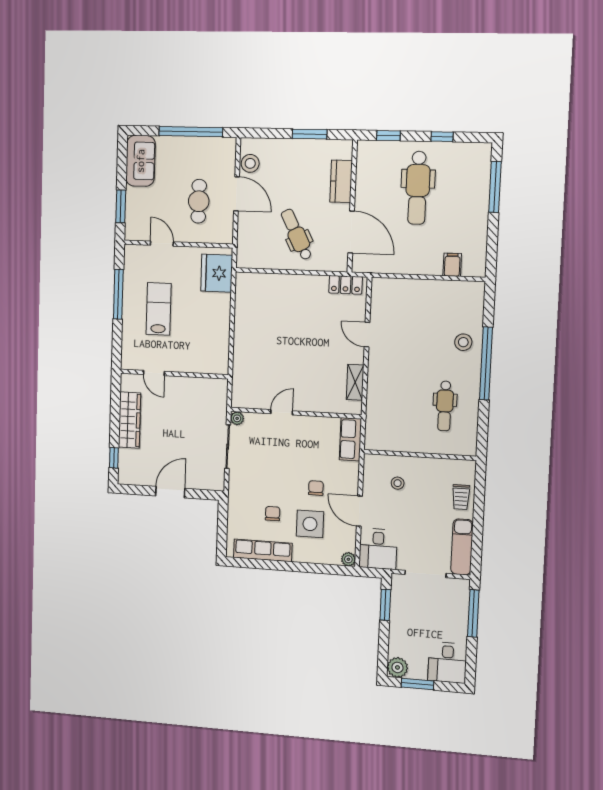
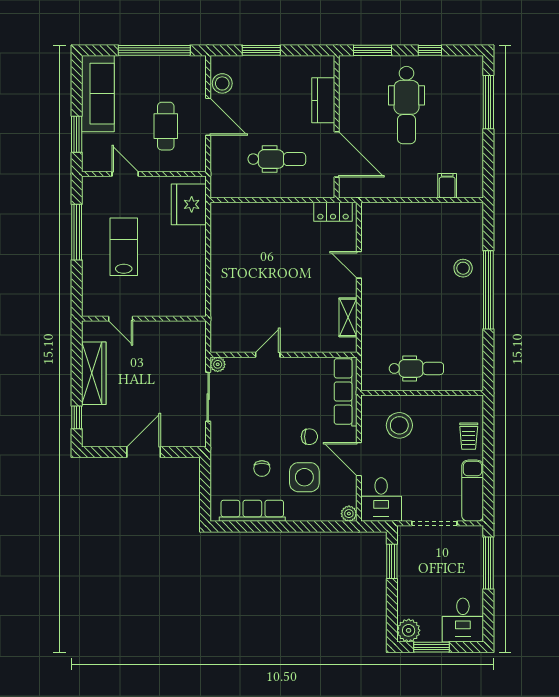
window: (310, 134) -> (261, 50), moved
window: (388, 136) -> (373, 50), width x1.50
sofa: (140, 161) -> (98, 94), width x1.36
dental chair: (297, 234) -> (277, 159), turned 117
dental chair: (445, 406) -> (416, 368), moved, turned -90
row of seats: (350, 439) -> (346, 391), width x1.48
stool: (398, 483) -> (399, 425), width x1.89, depth x1.89
chair: (316, 488) -> (309, 437), turned 90
chair: (273, 514) -> (262, 468), turned 180

